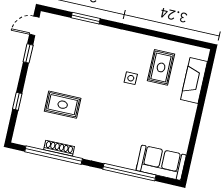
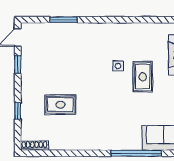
rug: (161, 67) -> (143, 77), moved
shoe rack: (59, 148) -> (34, 146), moved
window: (54, 155) -> (63, 153), removed

